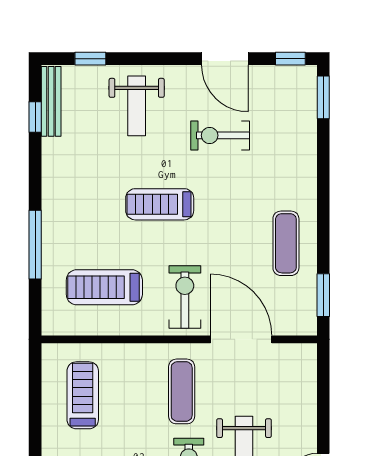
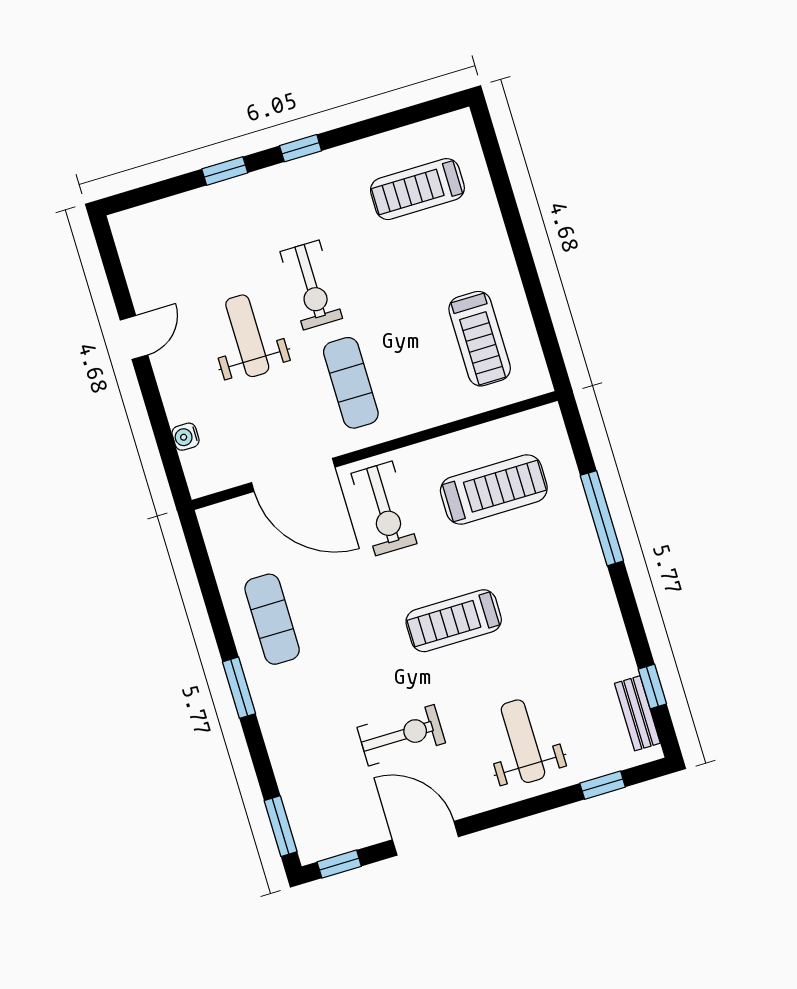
bench: (51, 101) -> (637, 713), width x0.73
treadmill: (160, 204) -> (454, 621), turned 180
window: (323, 295) -> (239, 688), moved
water cooler: (308, 389) -> (185, 437), added

